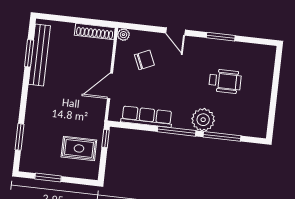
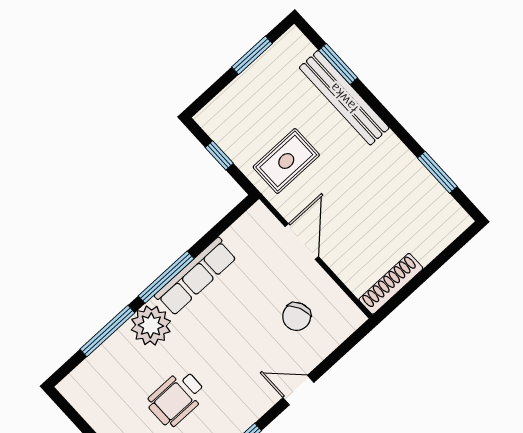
plant: (123, 35) -> (354, 318), removed
bench: (39, 55) -> (344, 98), moved
row of seats: (147, 117) -> (196, 276), moved
window: (106, 138) -> (219, 155), moved
rug: (79, 148) -> (286, 161), moved

